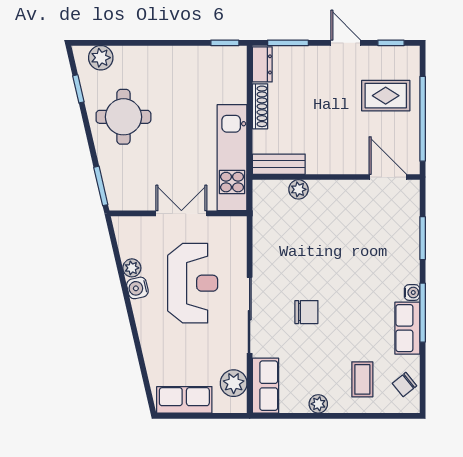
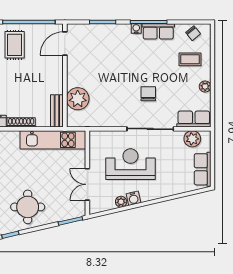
plant: (298, 189) -> (78, 99), width x1.88, depth x1.88
double door: (181, 213) -> (87, 184), moved

